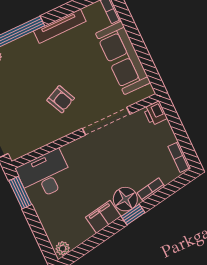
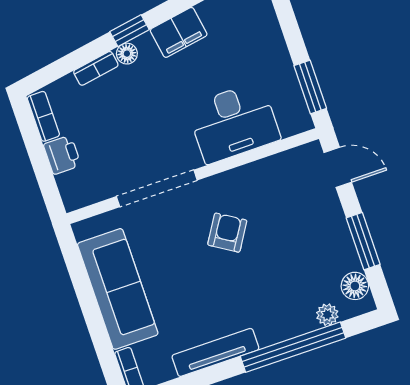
armchair: (61, 99) -> (227, 233), turned 57
printer: (155, 113) -> (62, 155), moved
desk: (45, 175) -> (234, 123), moved
floor lamp: (125, 199) -> (127, 54), width x0.53, depth x0.53

